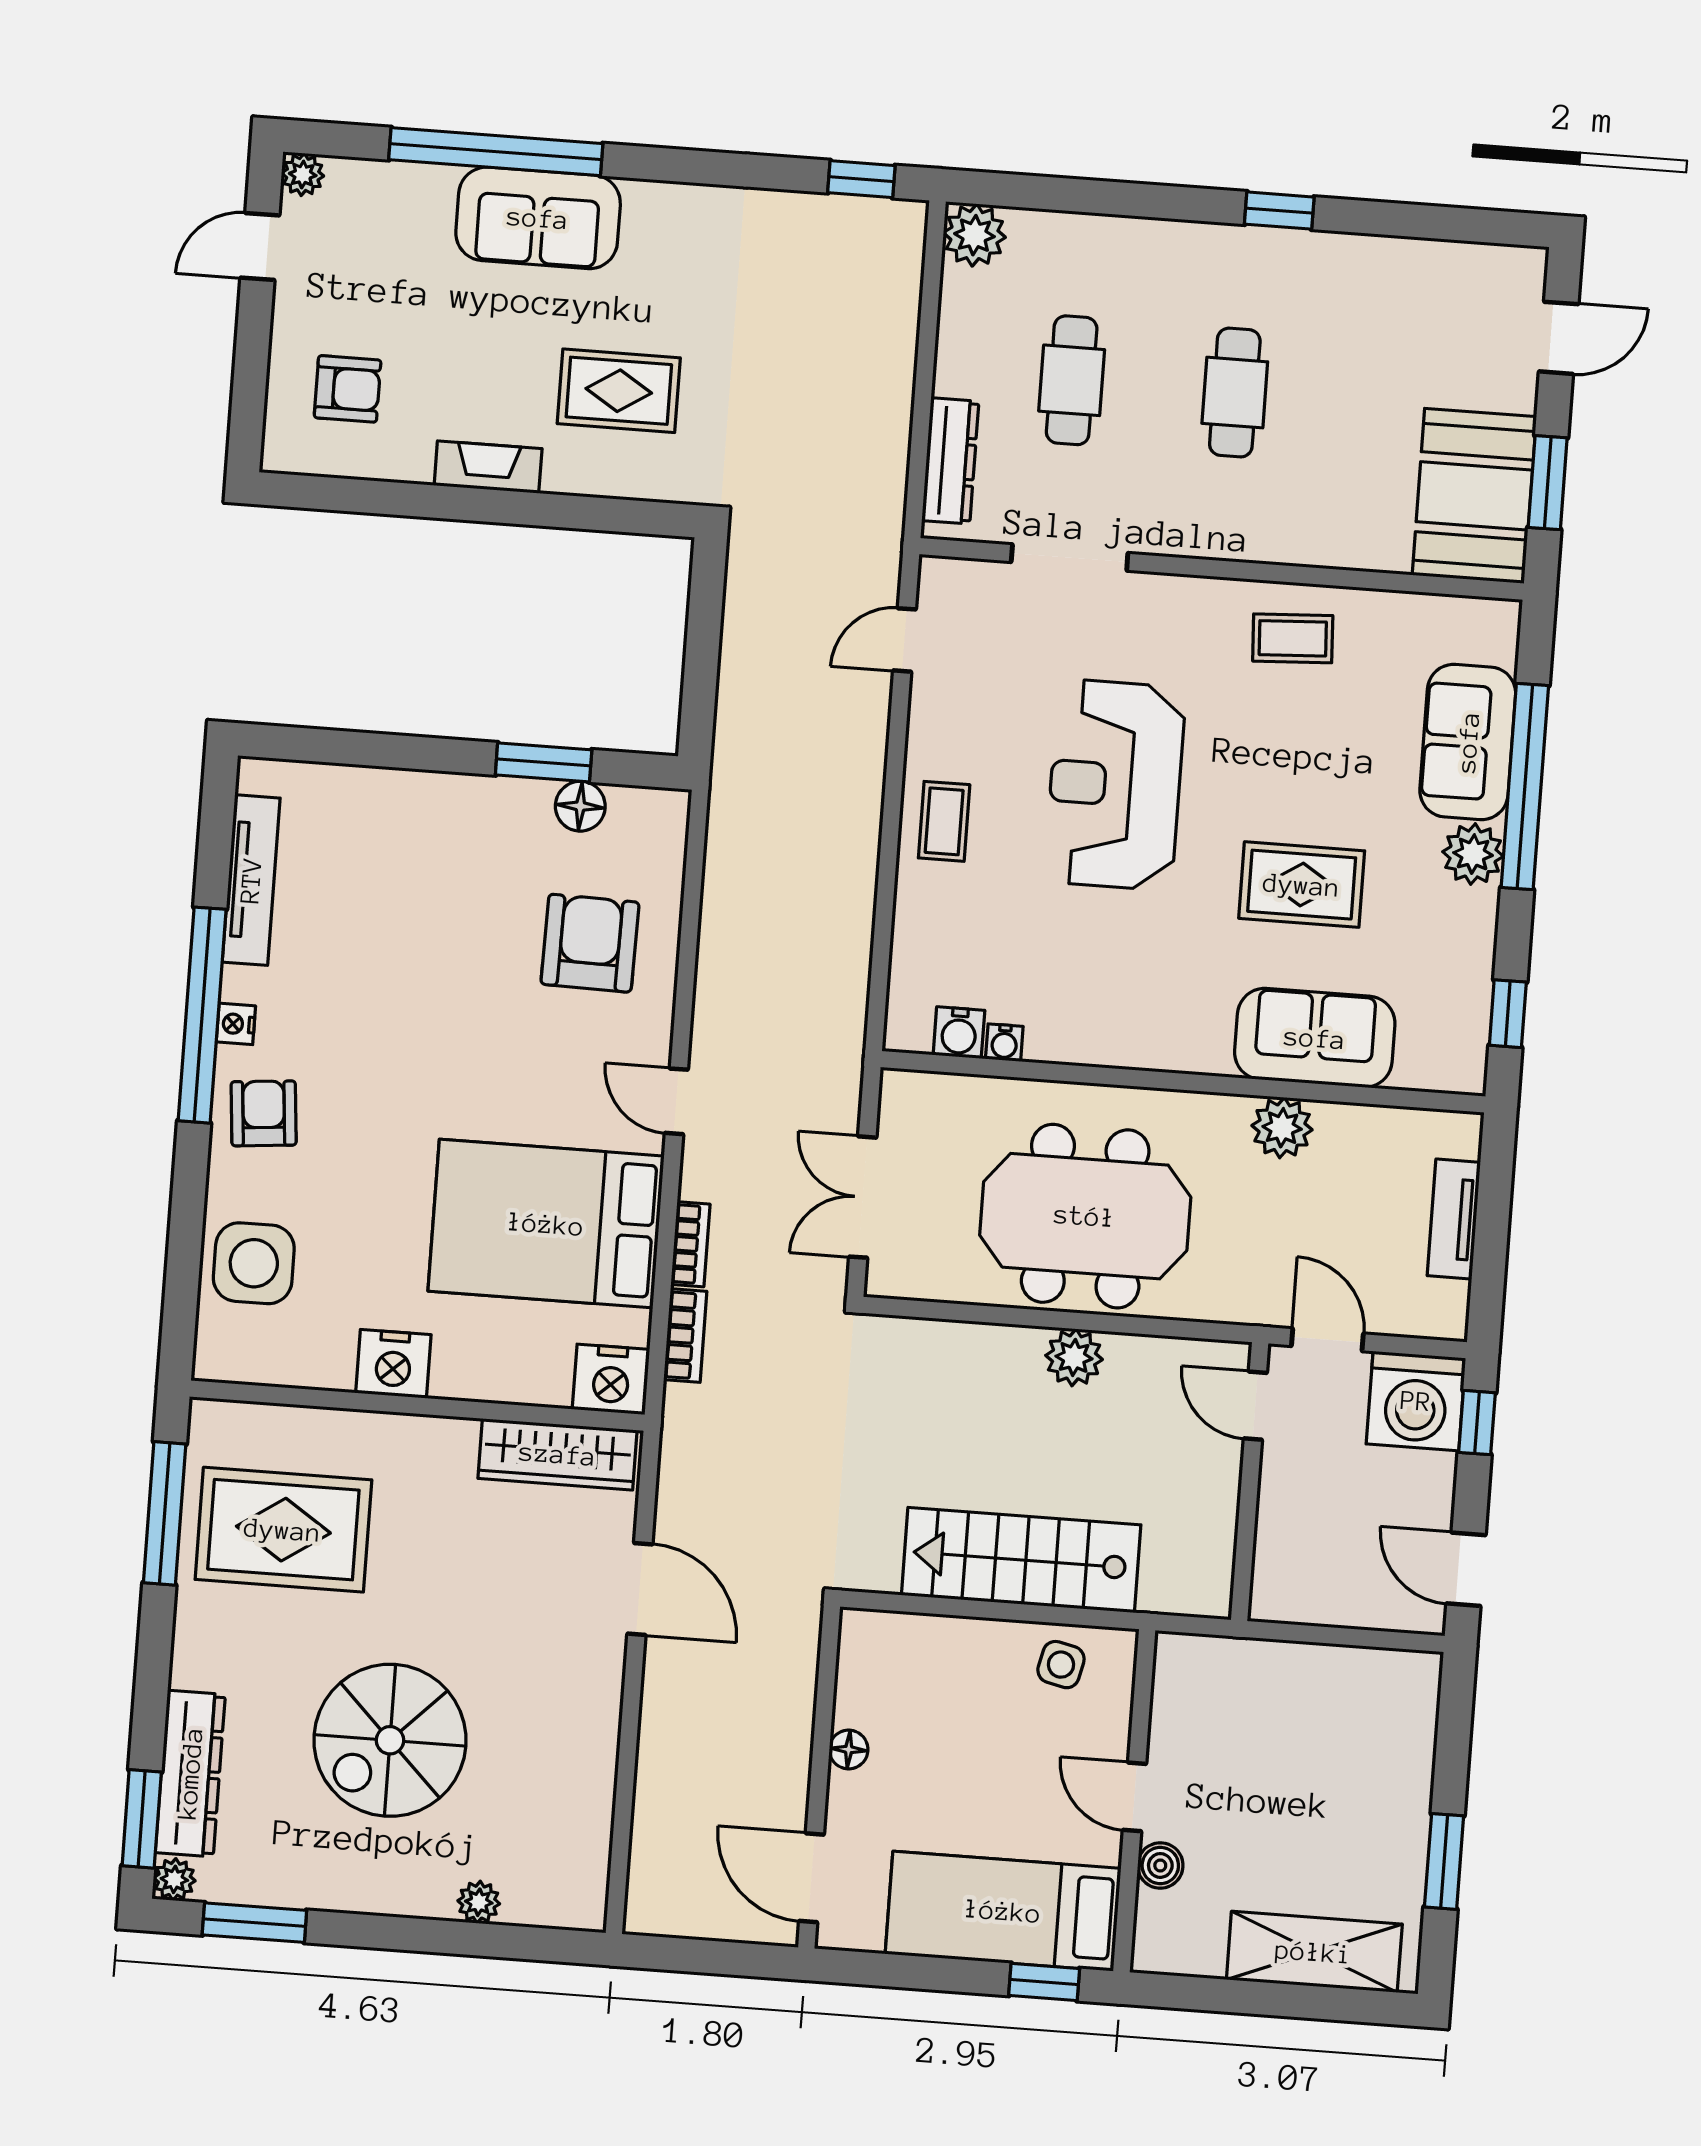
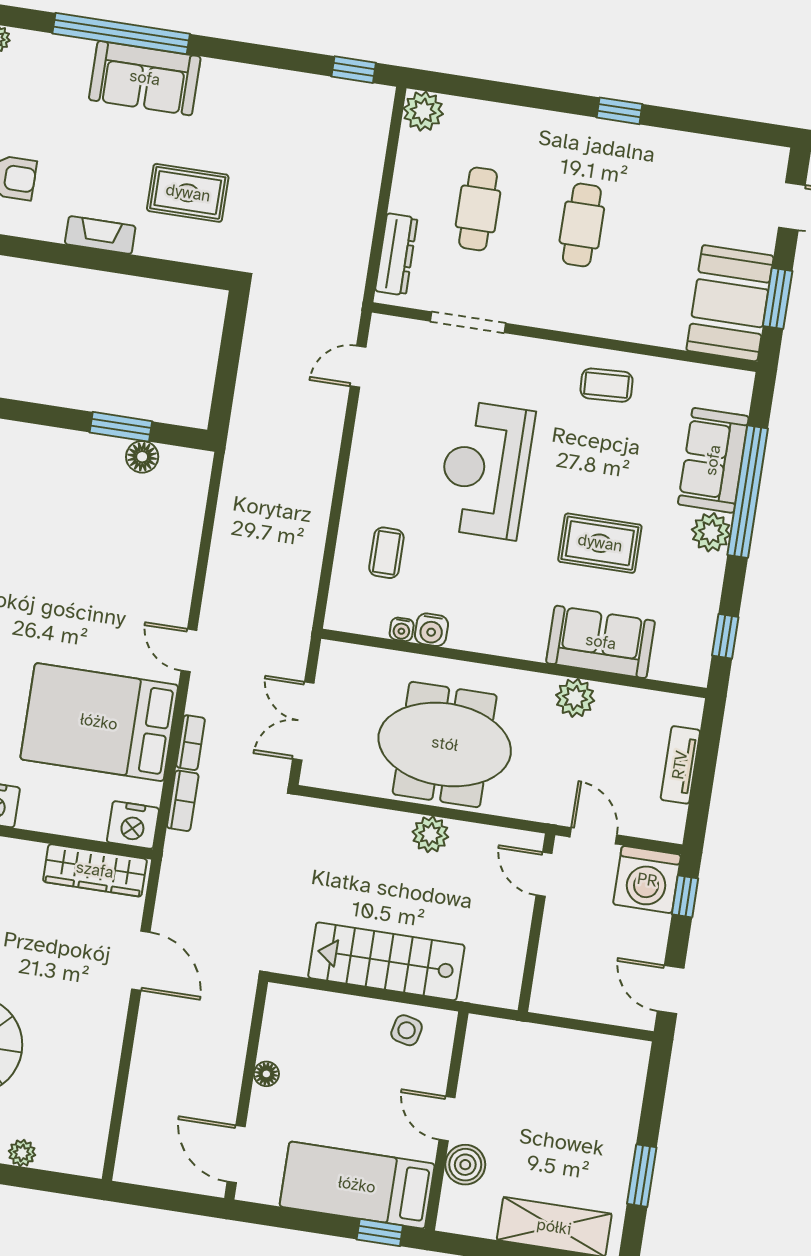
coffee table: (944, 821) -> (386, 553), moved
armchair: (590, 943) -> (141, 545), removed
water cooler: (959, 1033) -> (431, 630), moved
boiler: (1160, 1865) -> (465, 1165), width x1.36, depth x1.36

